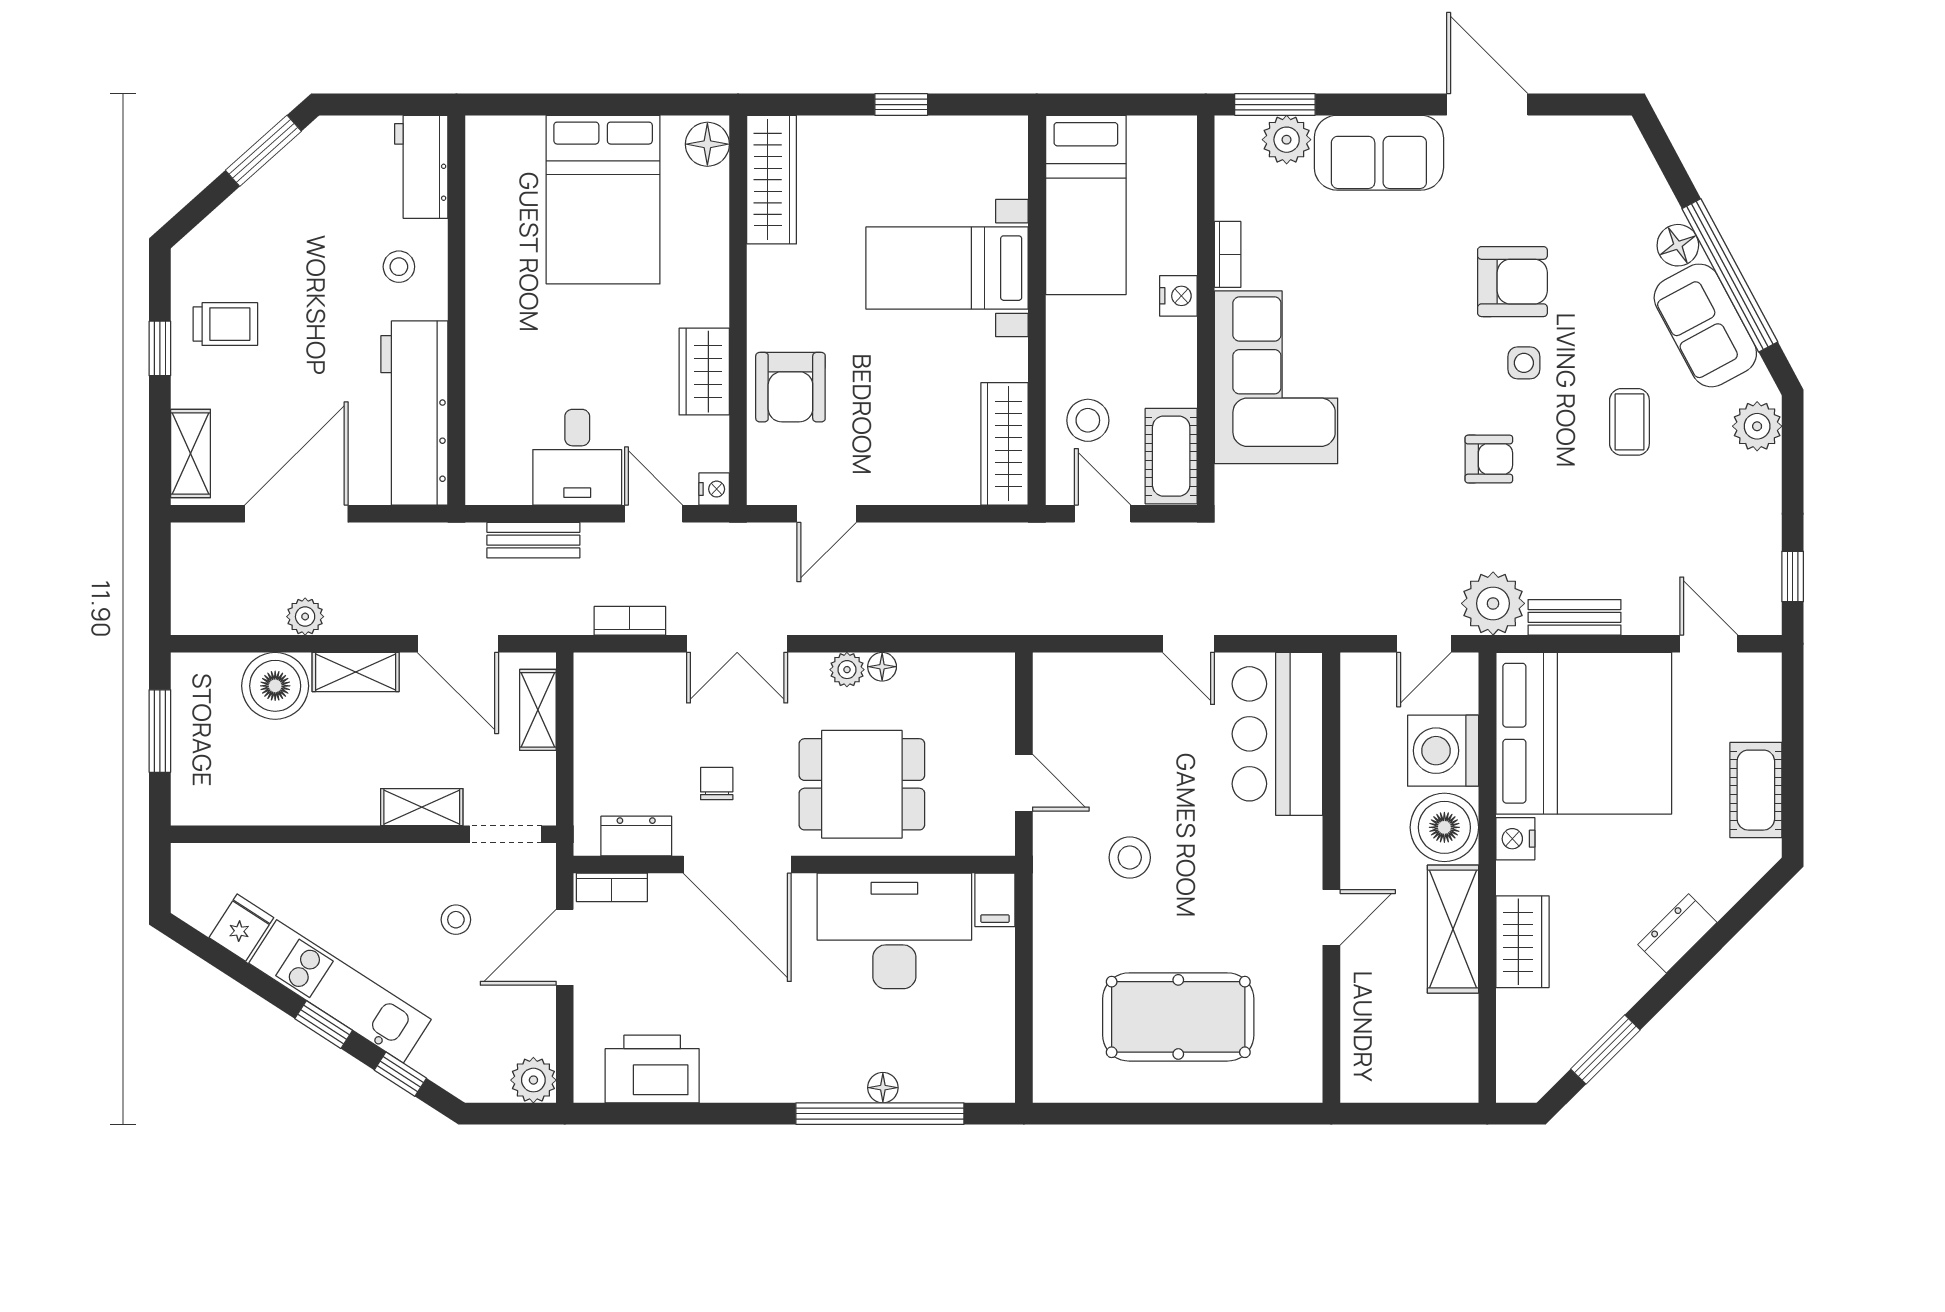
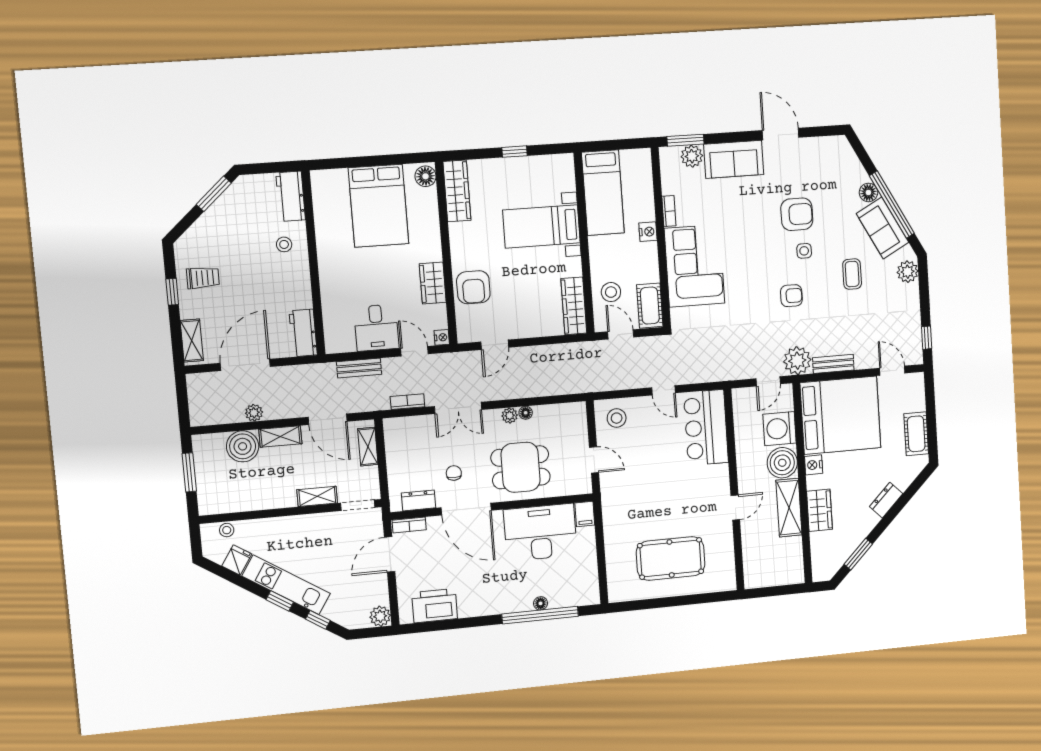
workbench: (414, 413) -> (303, 333), width x0.53, depth x0.76
stool: (1130, 857) -> (617, 418), moved
stool: (456, 920) -> (227, 530), moved

